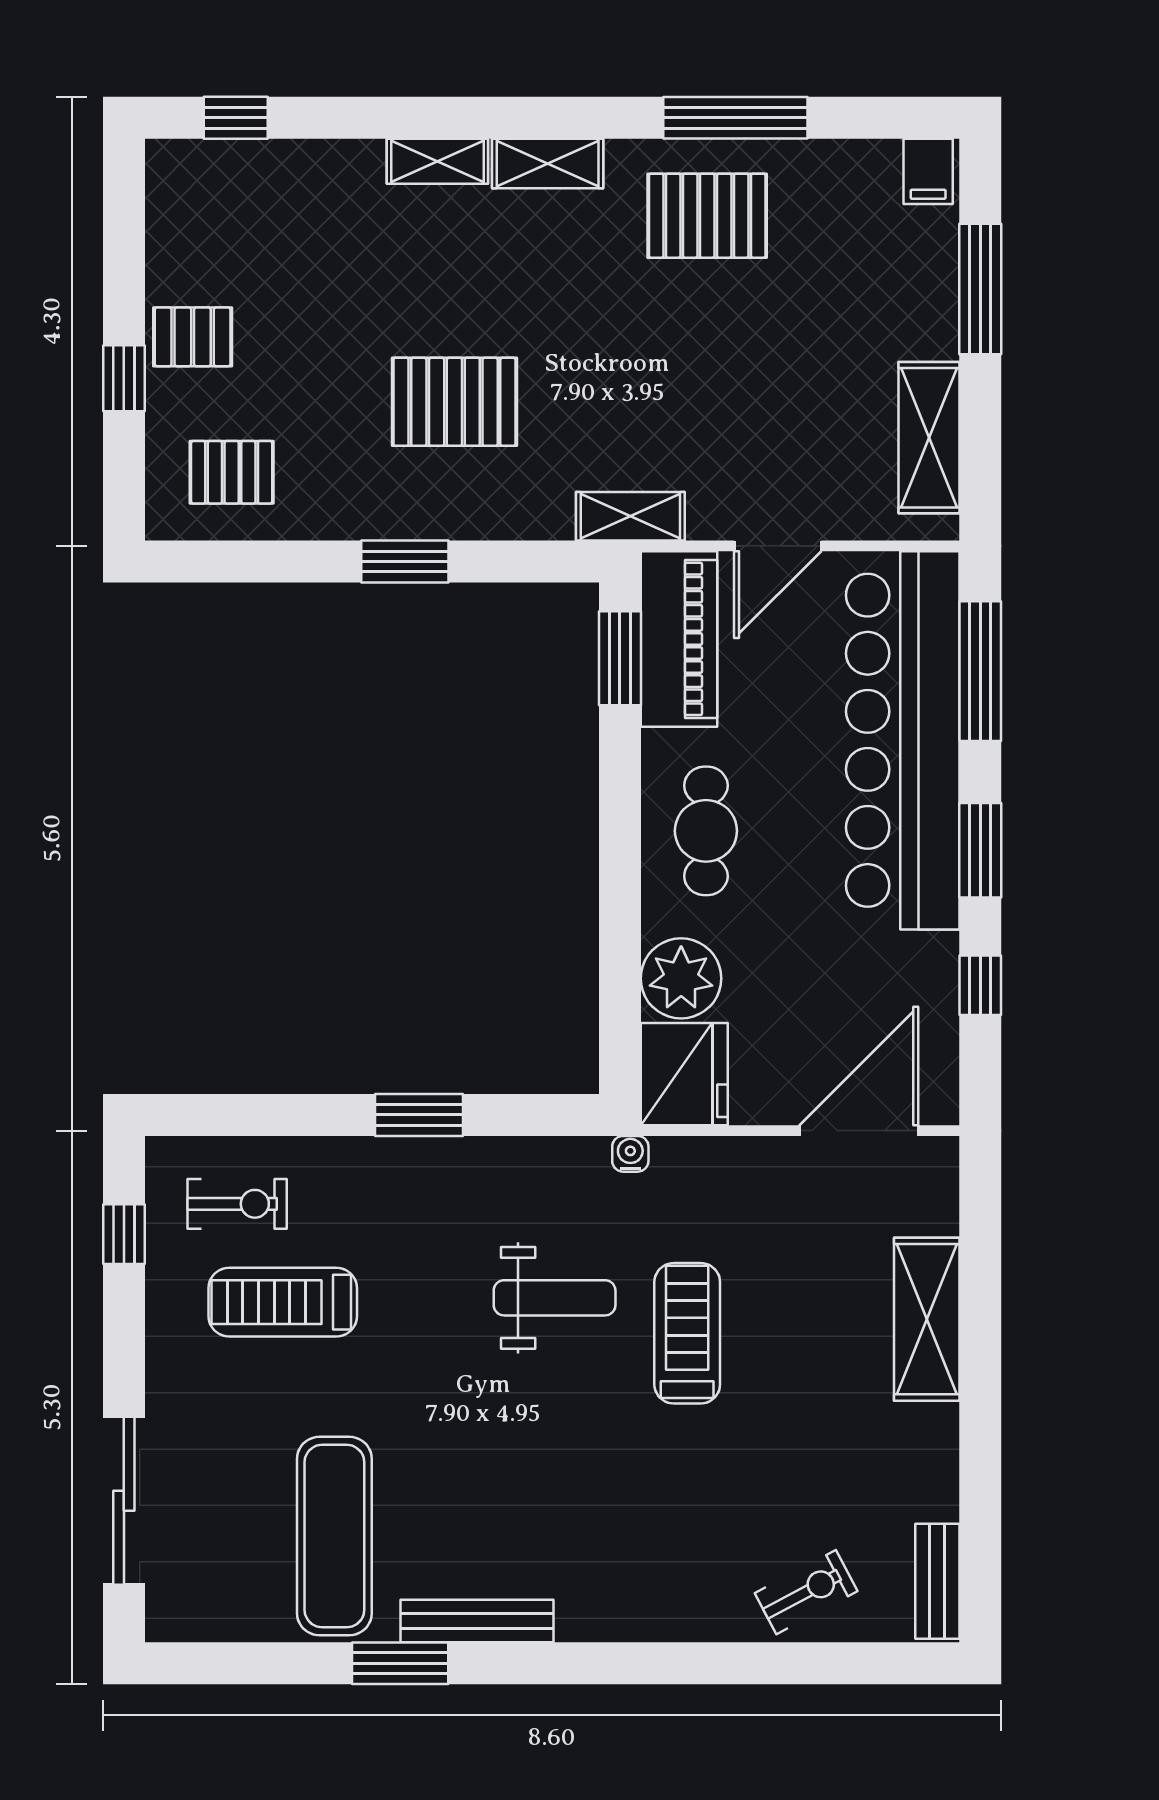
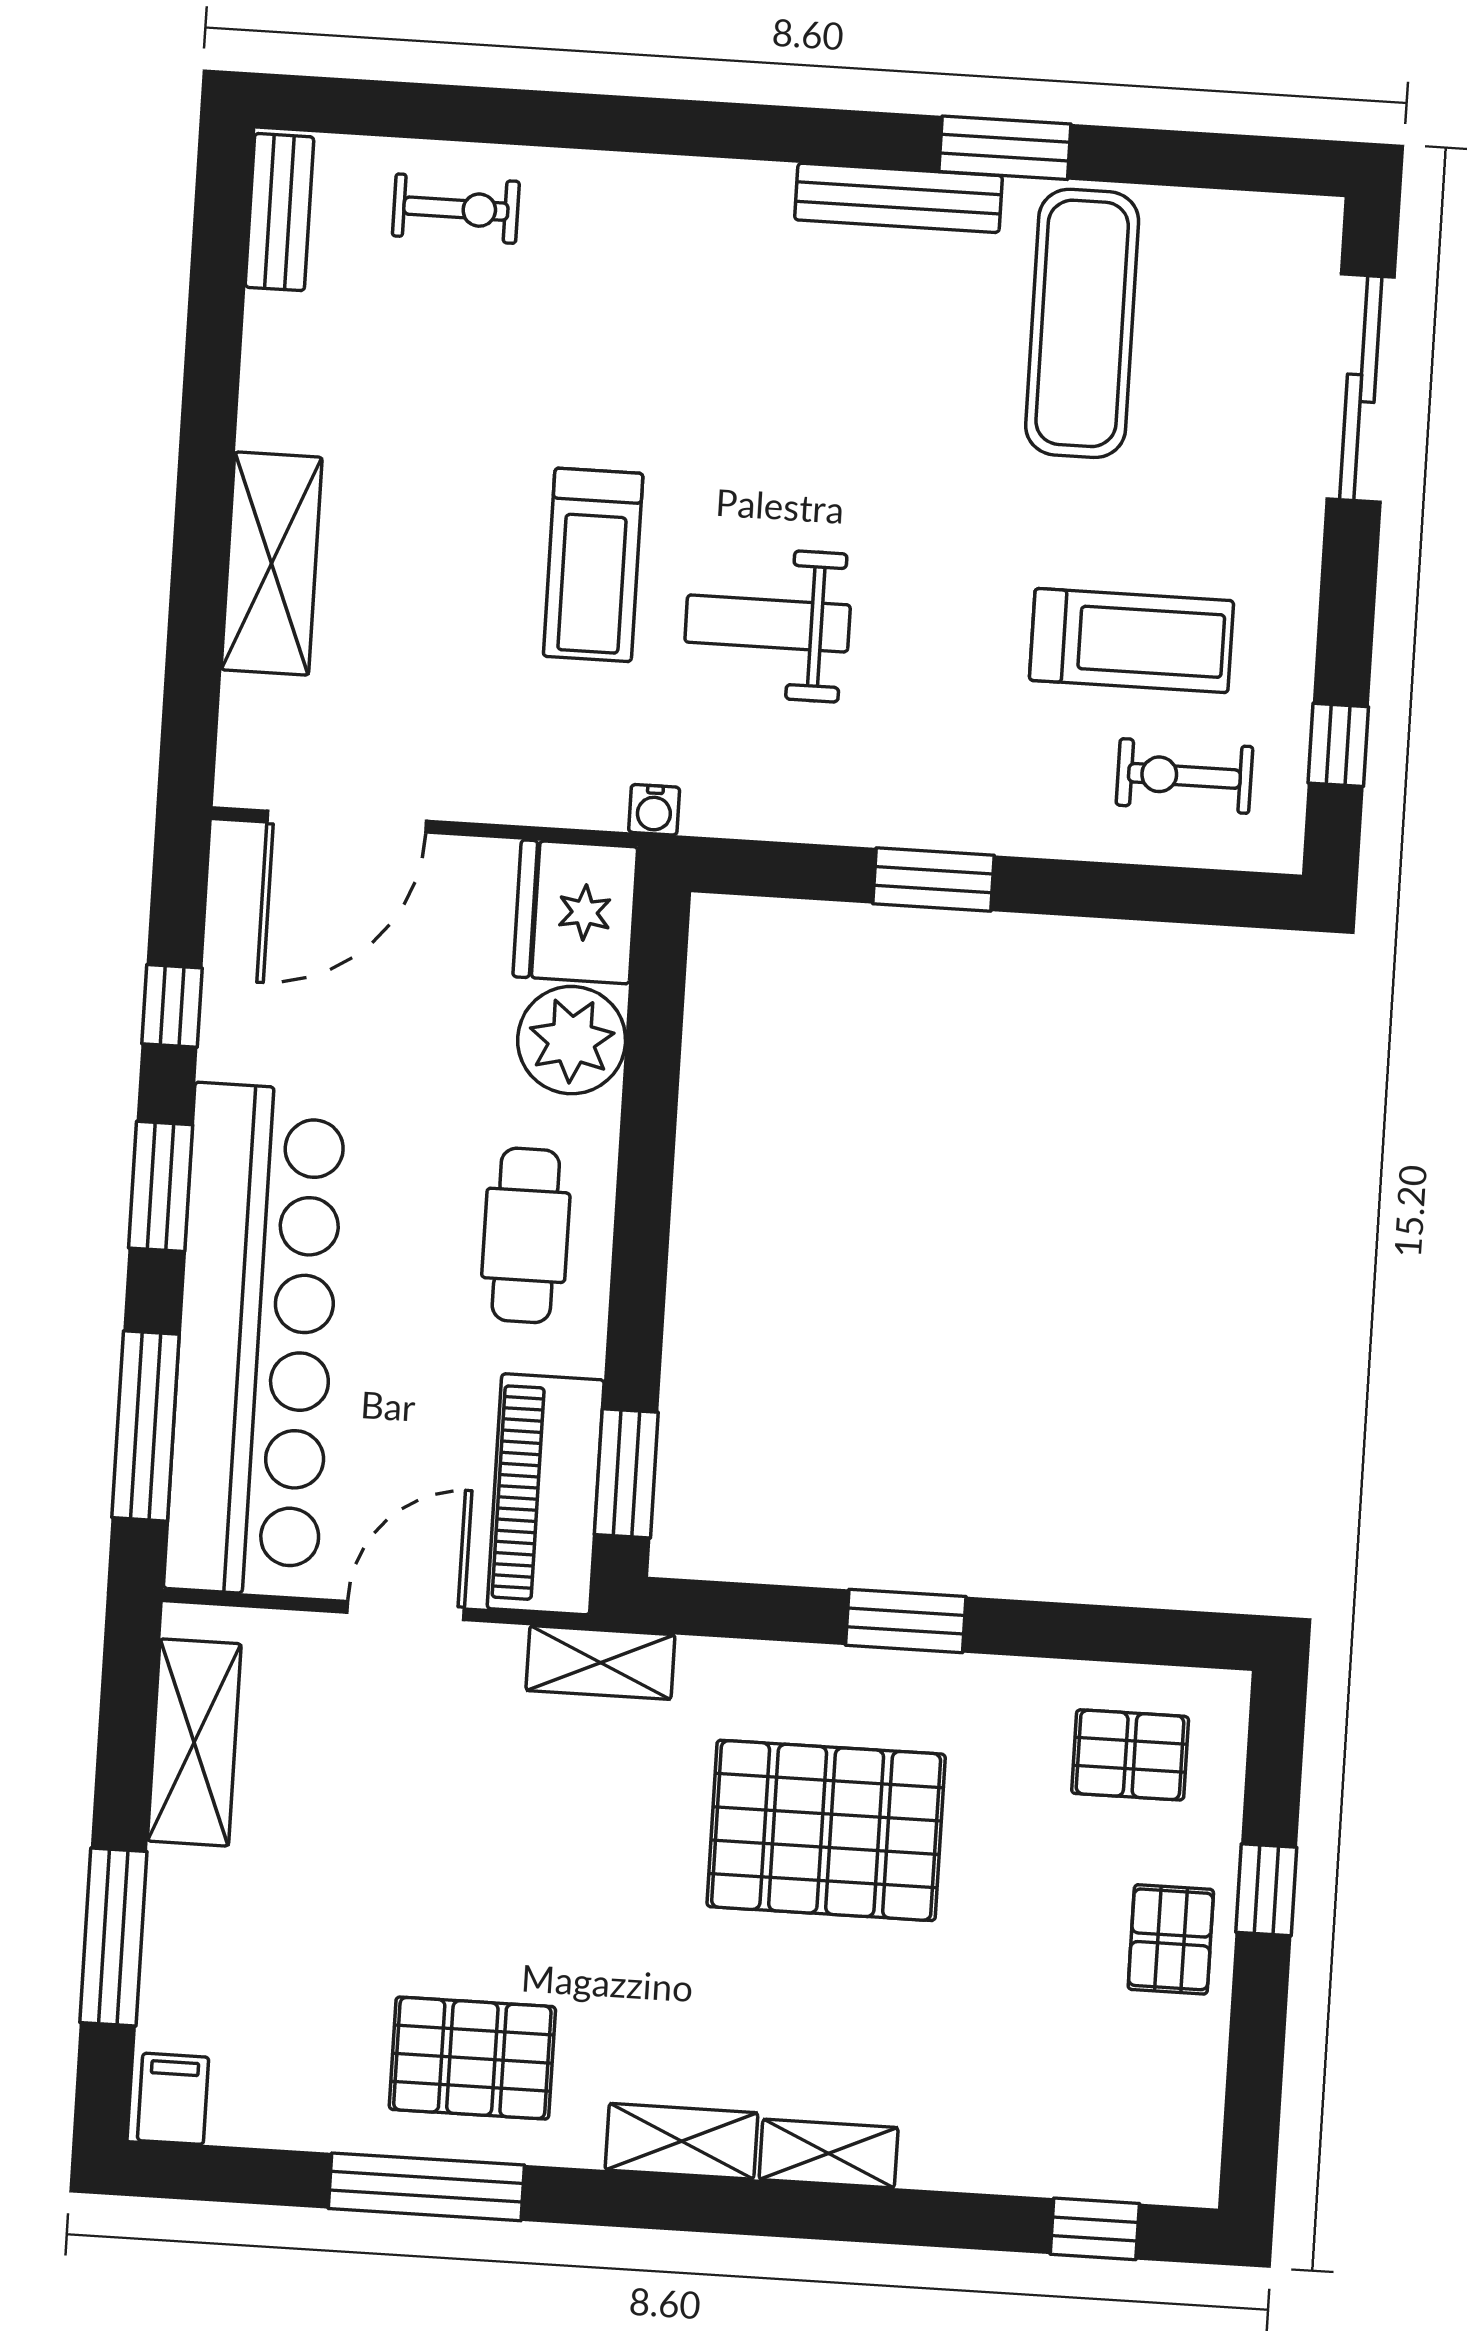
pallet: (193, 337) -> (1171, 1939), turned 90
pallet: (454, 402) -> (826, 1830), width x1.37, depth x1.41
exercise bike: (806, 1592) -> (456, 209), turned -152

